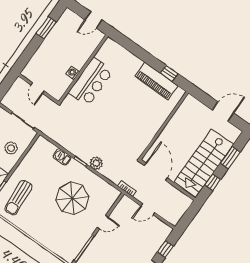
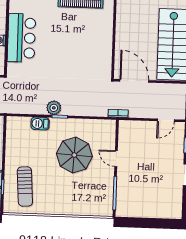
plant: (96, 163) -> (54, 108), moved
door: (148, 209) -> (166, 120), moved
door: (103, 222) -> (116, 159), swing flipped

